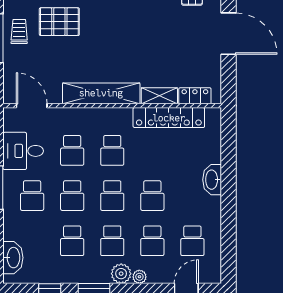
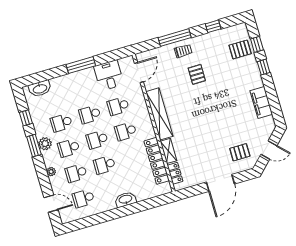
pallet: (59, 22) -> (197, 74), width x0.67, depth x0.71
school desk: (32, 196) -> (82, 89), removed
plant: (121, 274) -> (45, 144), moved

